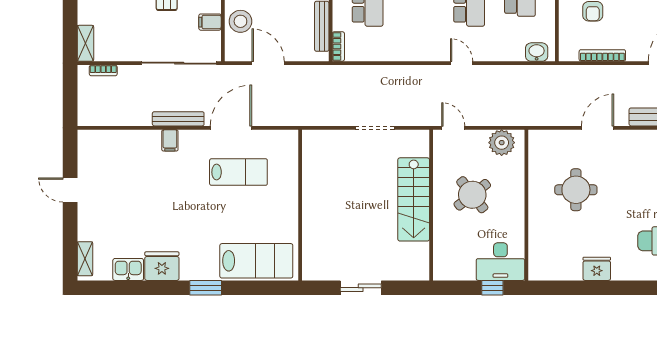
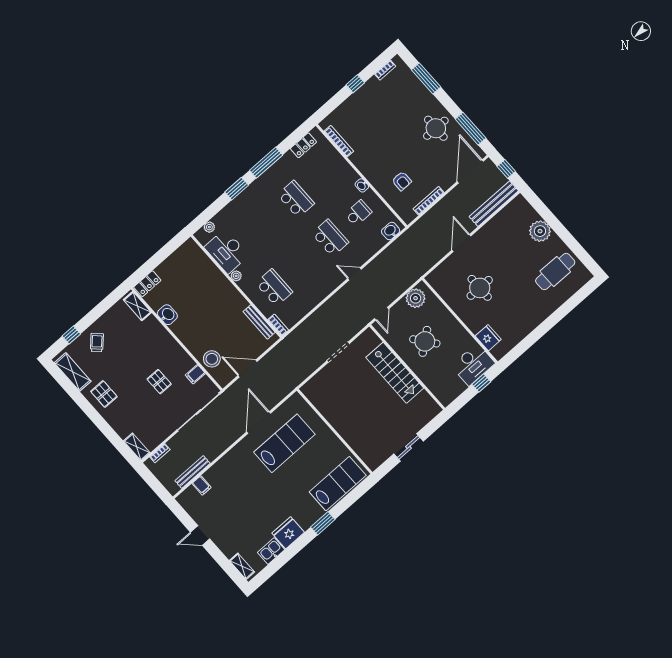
bench: (178, 119) -> (193, 472), moved
door: (453, 128) -> (382, 314), swing flipped
filing cabinet: (170, 140) -> (201, 485), moved
lab bench: (238, 172) -> (284, 443), width x1.36, depth x1.39
fridge: (597, 269) -> (488, 338), moved, turned 90

